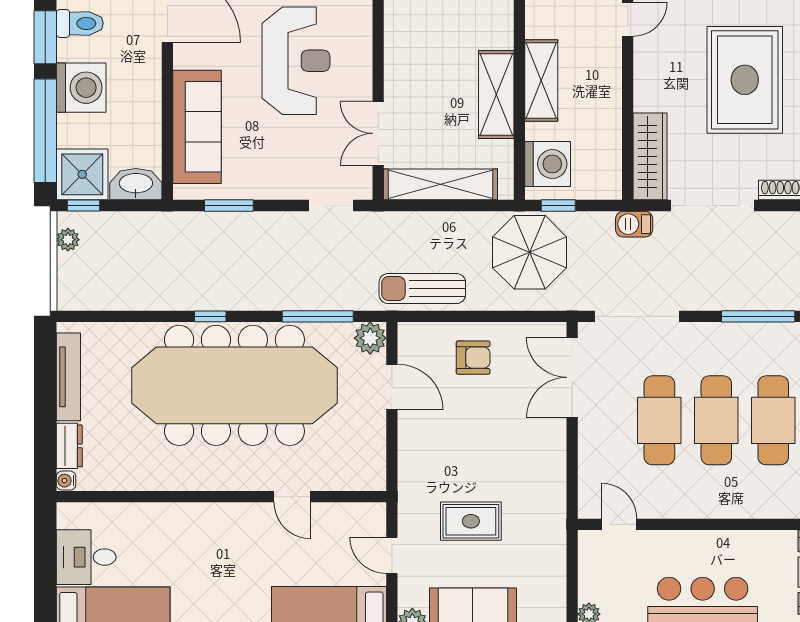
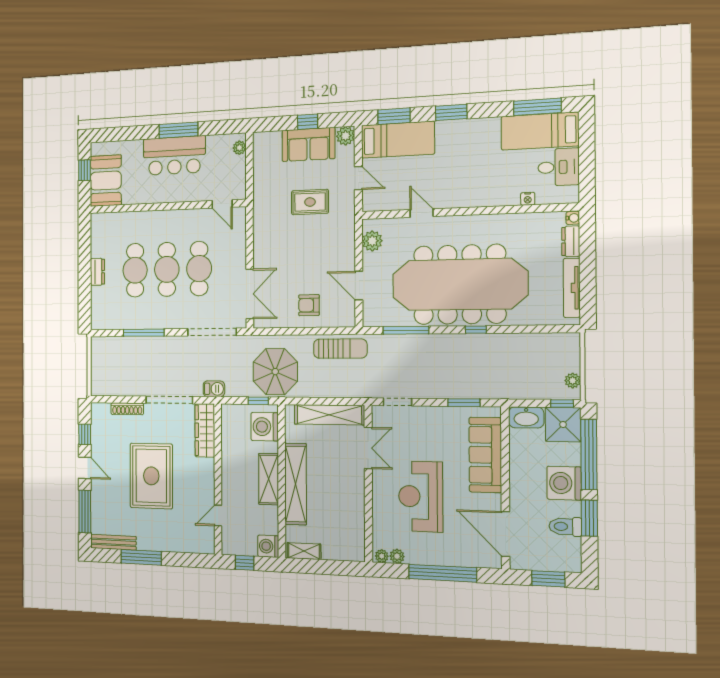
shelving: (496, 95) -> (296, 484), width x1.47
plant: (370, 338) -> (372, 241), moved
nightstand: (132, 512) -> (528, 199), added

